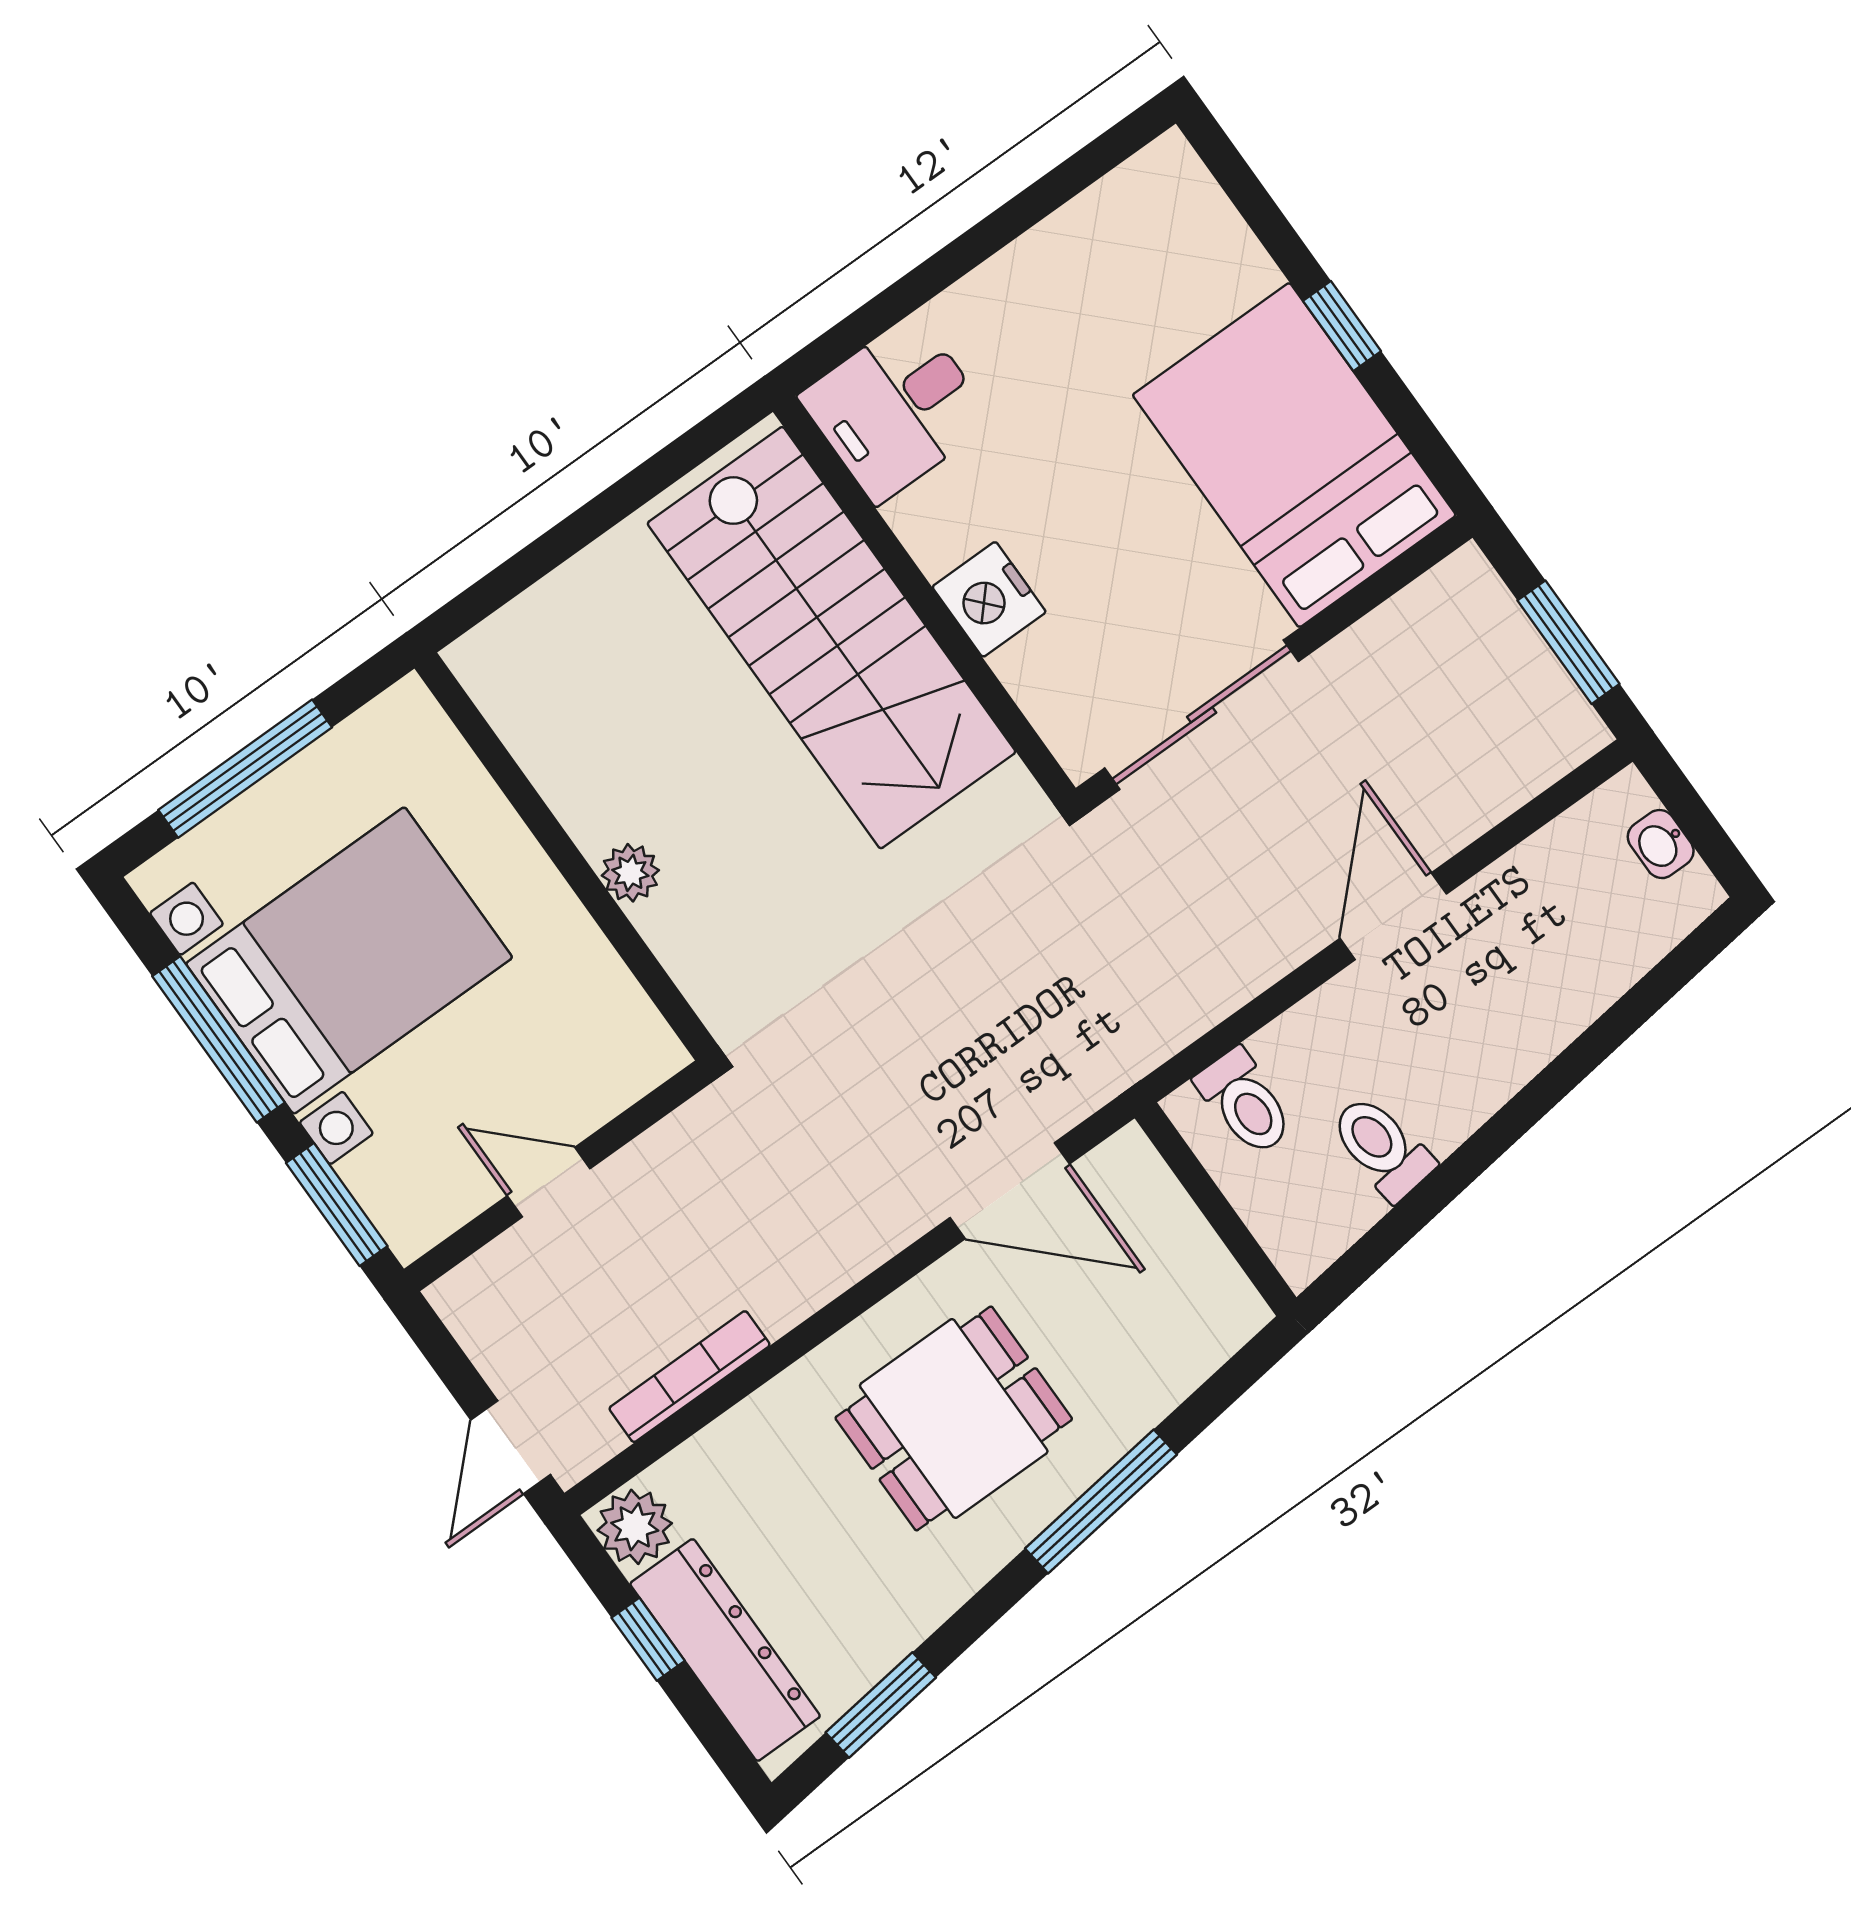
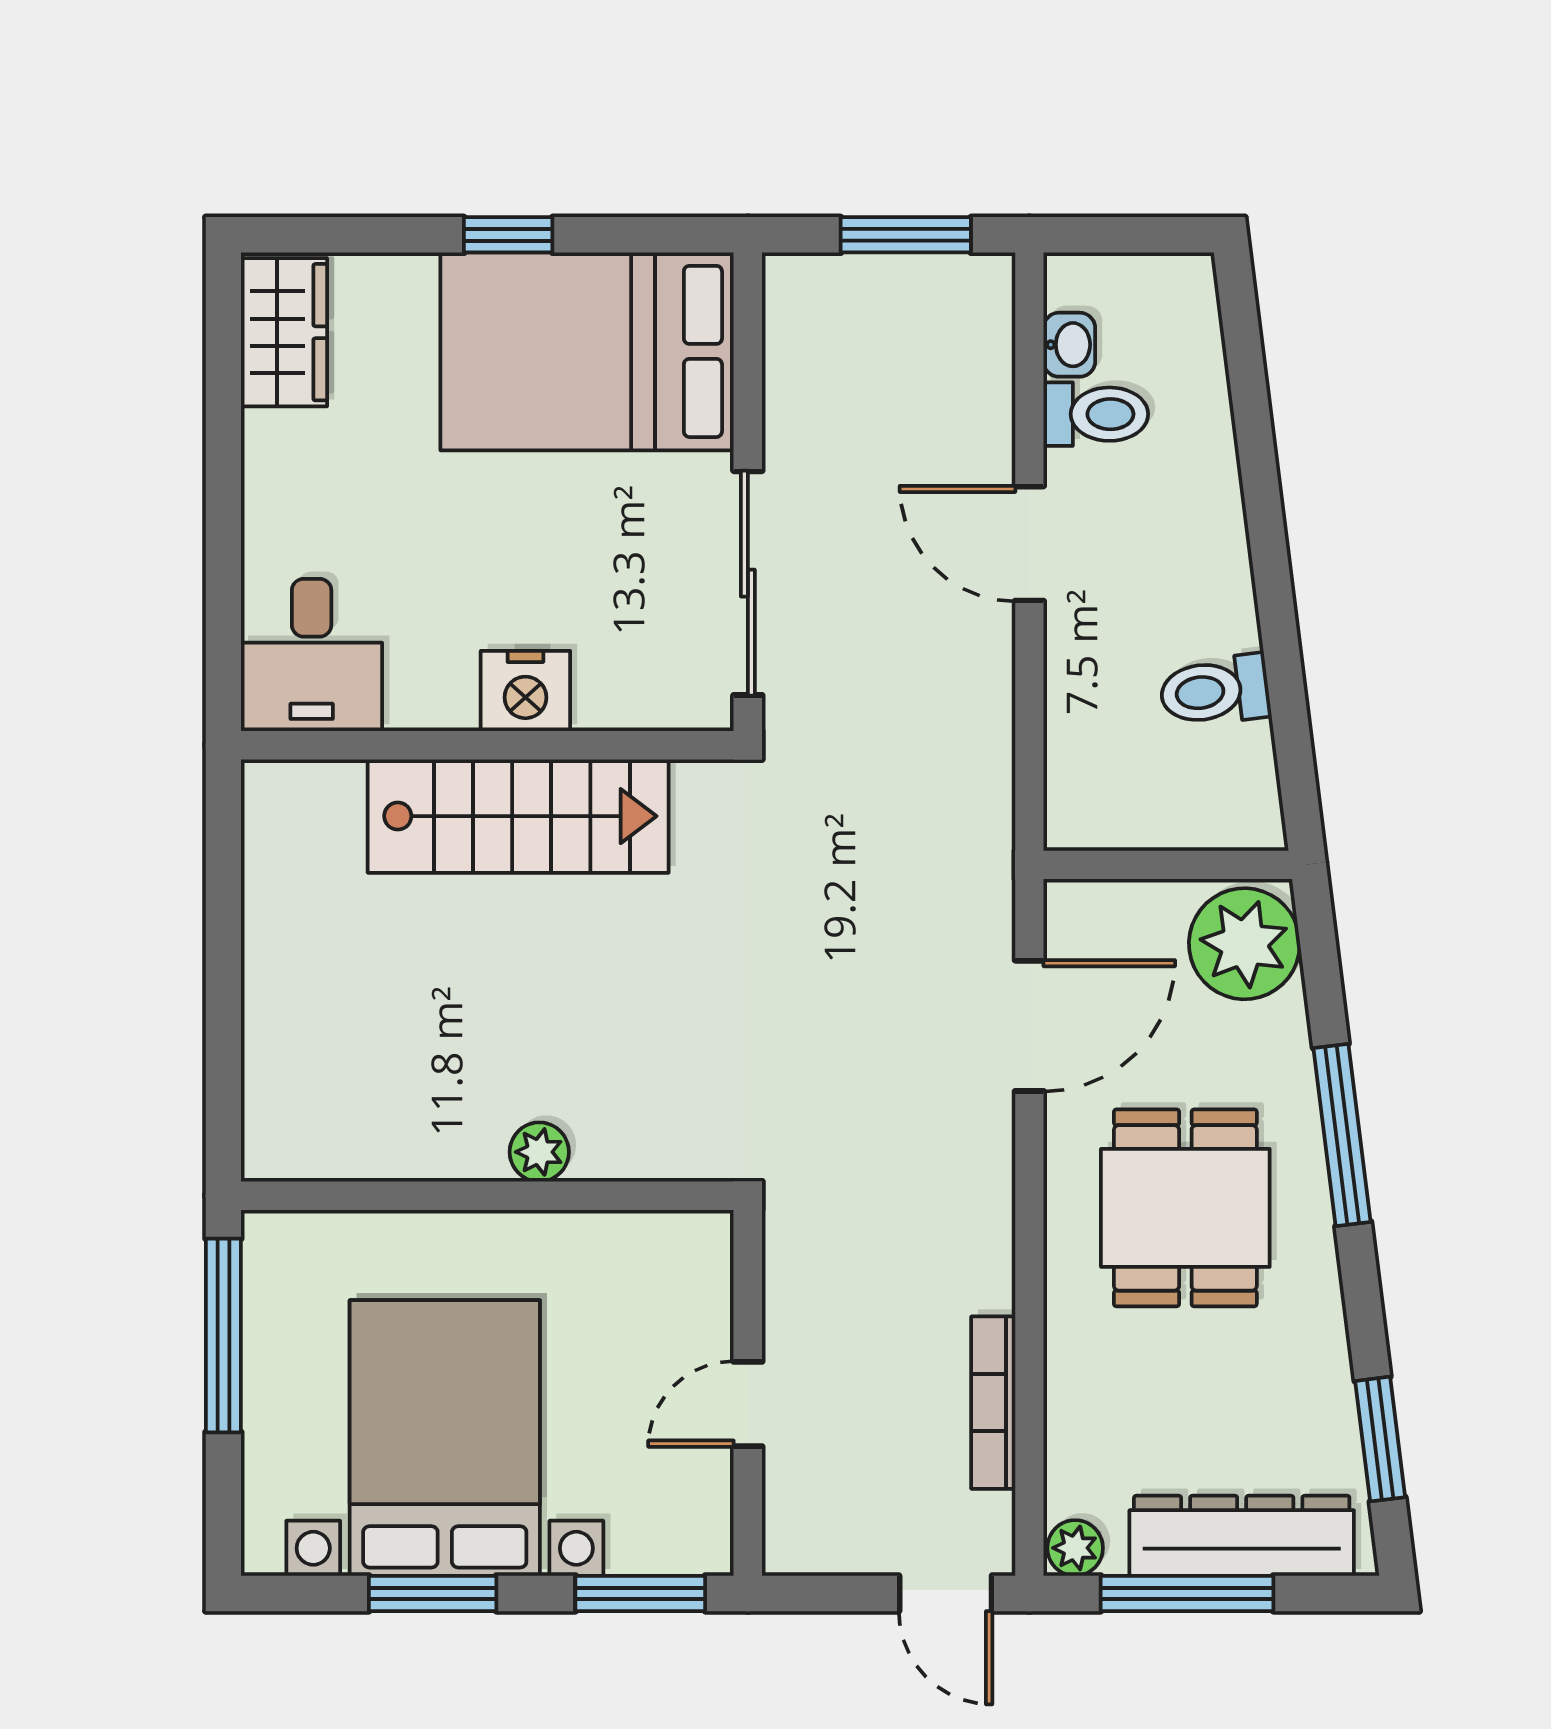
wardrobe: (1137, 203) -> (284, 332), added
stairs: (832, 638) -> (518, 816), width x0.73, depth x0.66
window: (245, 769) -> (223, 1335), moved
washbasin: (1661, 844) -> (1069, 345), moved, turned -90
window: (219, 1039) -> (433, 1593), width x0.69
toilet: (1245, 1102) -> (1096, 414), moved
plant: (1197, 1315) -> (1244, 944), added
plant: (635, 1527) -> (1075, 1548), width x0.73, depth x0.73
window: (648, 1639) -> (1187, 1593), width x2.17

